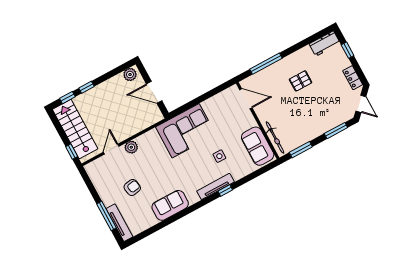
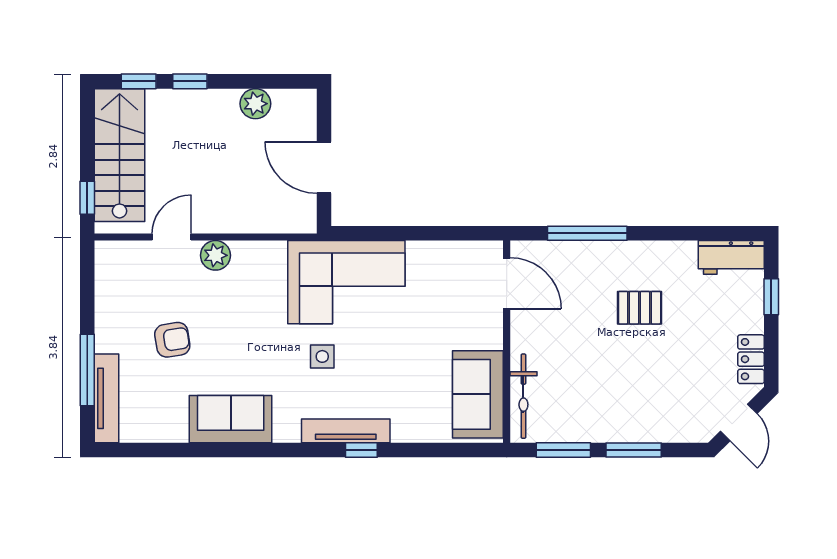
plant: (130, 75) -> (255, 104), moved
window: (336, 131) -> (634, 450), moved
side table: (219, 156) -> (322, 356), moved

